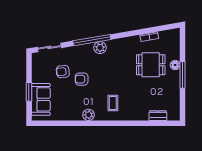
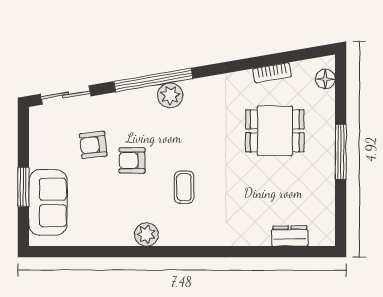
floor lamp: (175, 65) -> (325, 79), moved
coffee table: (113, 103) -> (184, 187), moved

